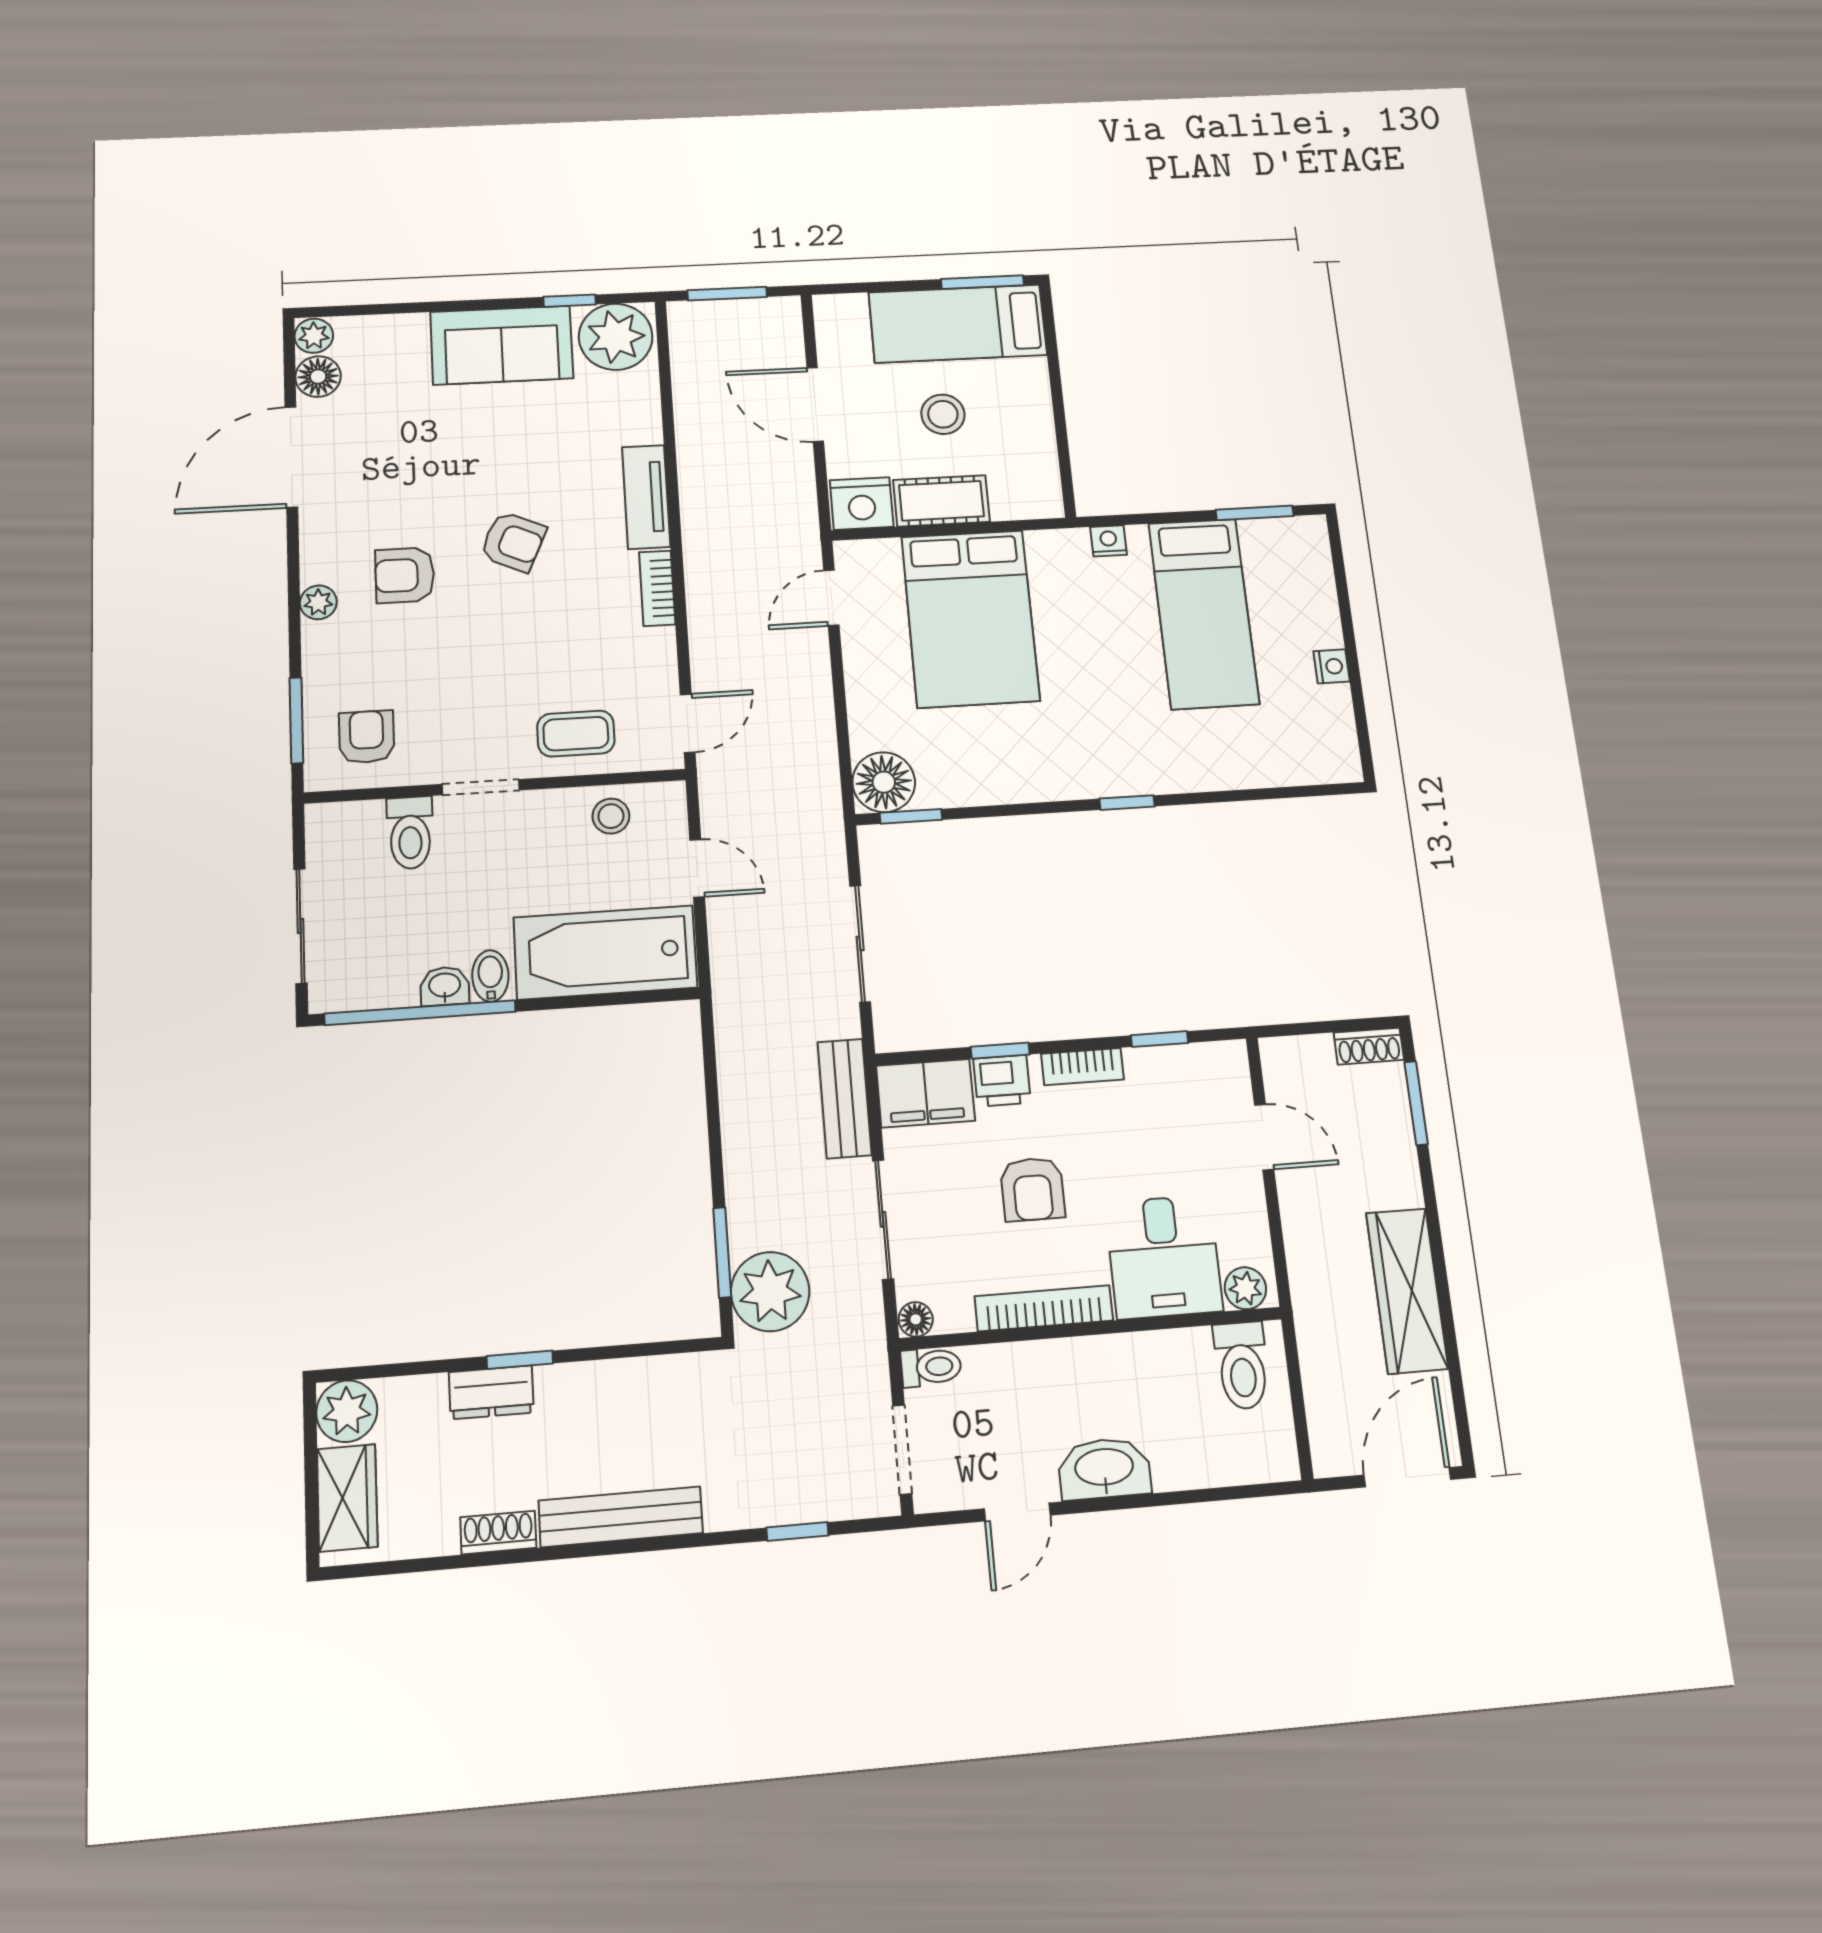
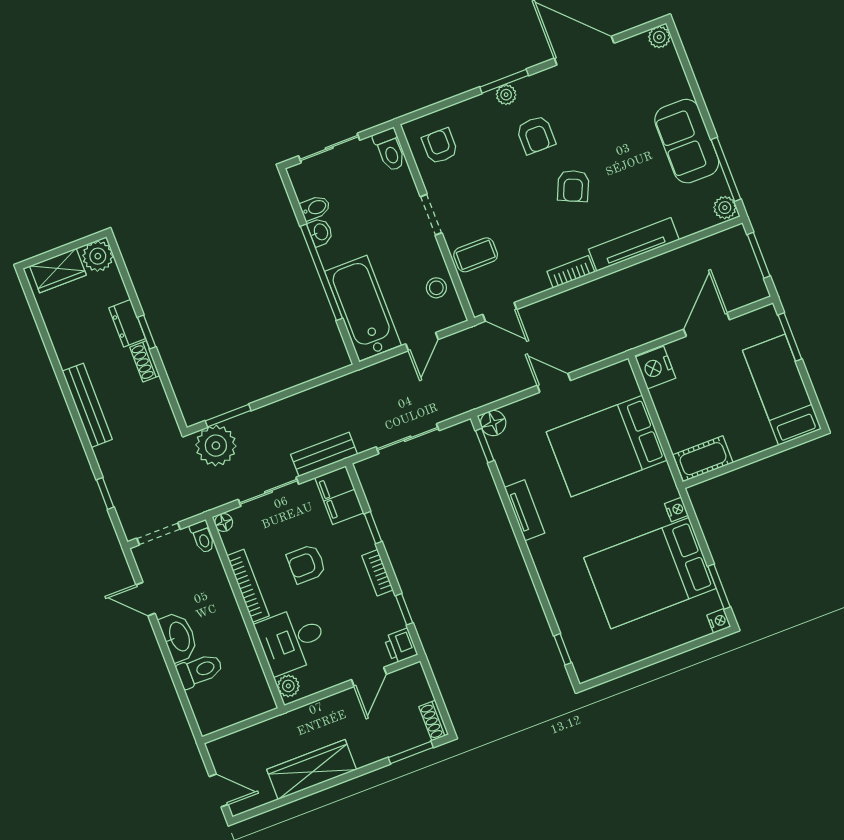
window: (982, 282) -> (790, 337), moved
window: (570, 301) -> (726, 169), width x2.17
plant: (616, 337) -> (725, 208), width x0.53, depth x0.53
floor lamp: (318, 377) -> (636, 48), removed
stool: (943, 414) -> (723, 397), removed
tv unit: (646, 497) -> (634, 244), width x1.41
cot: (941, 501) -> (703, 459), moved, turned 90
armchair: (405, 575) -> (536, 135), turned 180
door: (831, 598) -> (554, 383), moved
bed: (1204, 613) -> (650, 573), width x1.50
nightstand: (1332, 666) -> (719, 621), moved, turned -90
window: (296, 720) -> (504, 81), moved
coffee table: (576, 734) -> (476, 255), turned 90
armchair: (367, 737) -> (440, 146), turned -90
floor lamp: (884, 782) -> (493, 423), width x0.73, depth x0.73
tv unit: (1042, 783) -> (525, 510), added
window: (1127, 803) -> (563, 649), moved
toilet: (410, 833) -> (390, 150), moved, turned -90
bidet: (490, 976) -> (315, 208), moved
window: (420, 1013) -> (321, 272), moved
printer: (1002, 1081) -> (401, 646), moved
toilet: (1242, 1366) -> (200, 670), moved, turned 180
door: (1407, 1477) -> (219, 791), width x0.73
shoe rack: (498, 1532) -> (145, 361), moved, turned 180

